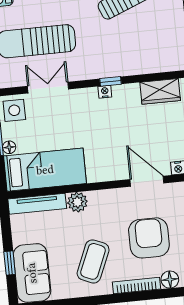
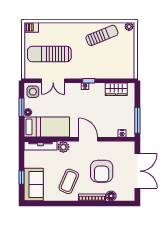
double door: (48, 88) -> (53, 81), swing flipped
door: (147, 181) -> (88, 139), moved
armchair: (149, 238) -> (102, 171), turned 180

